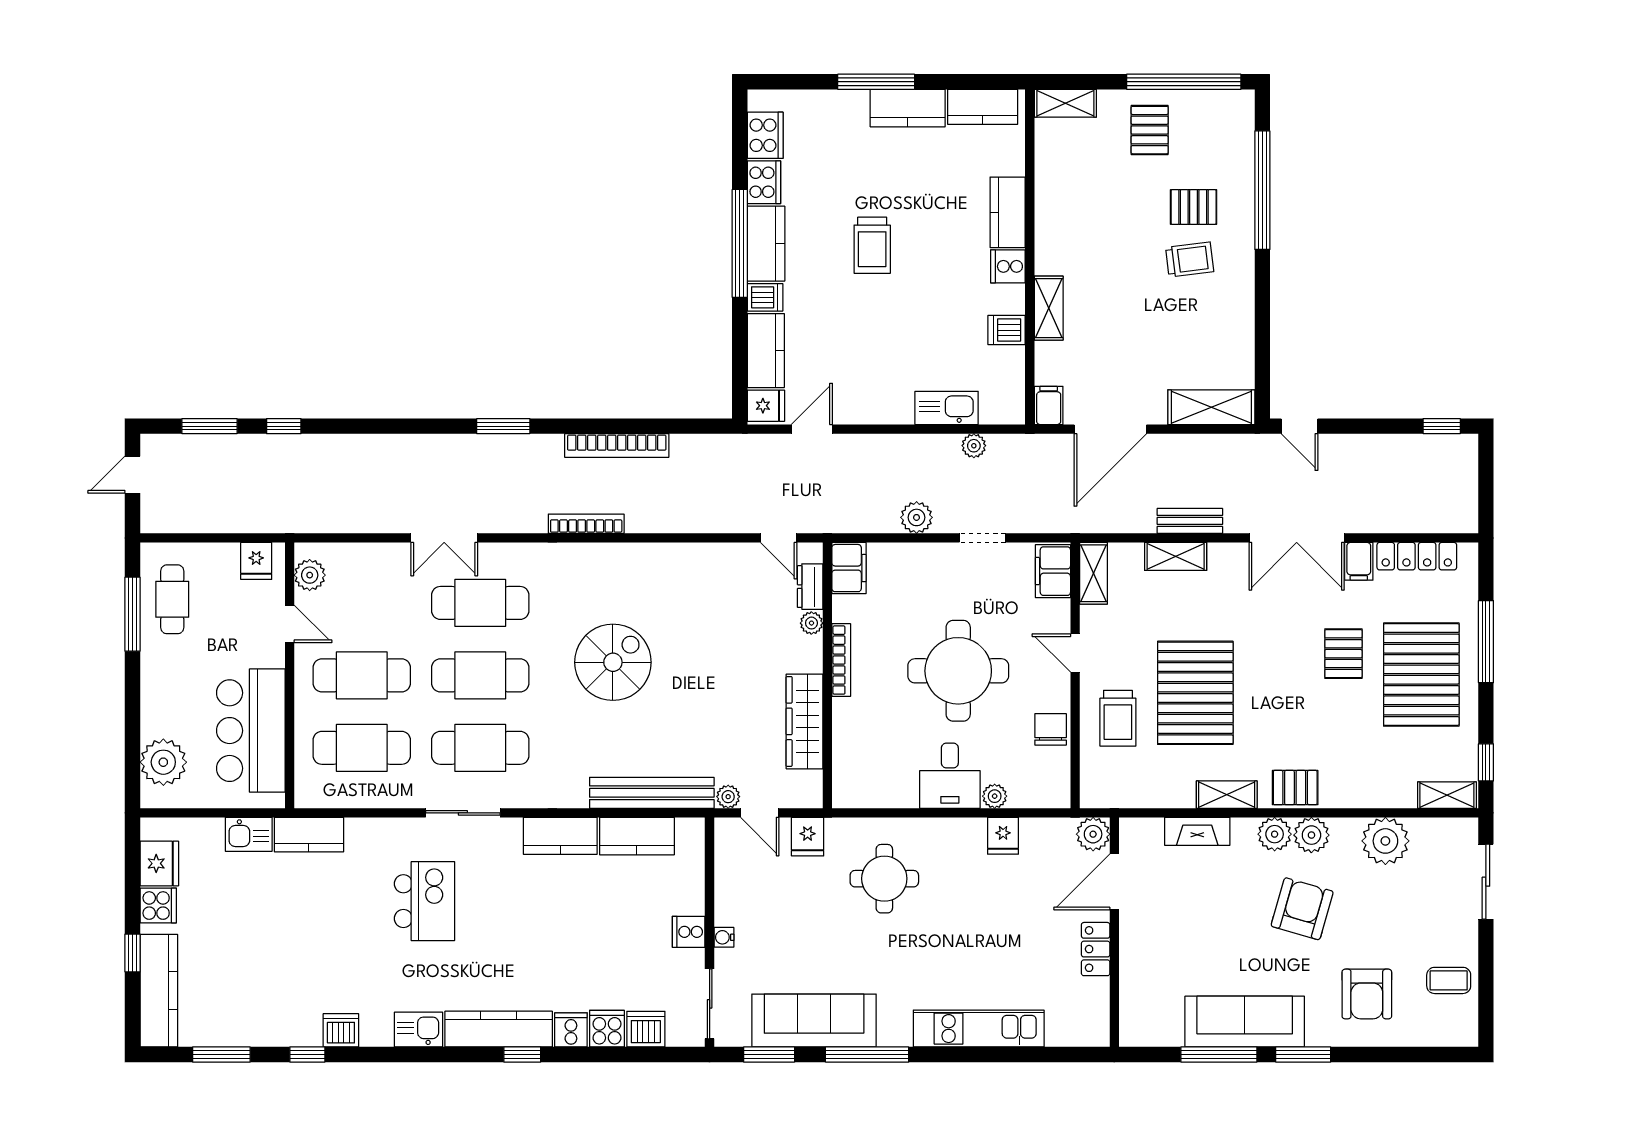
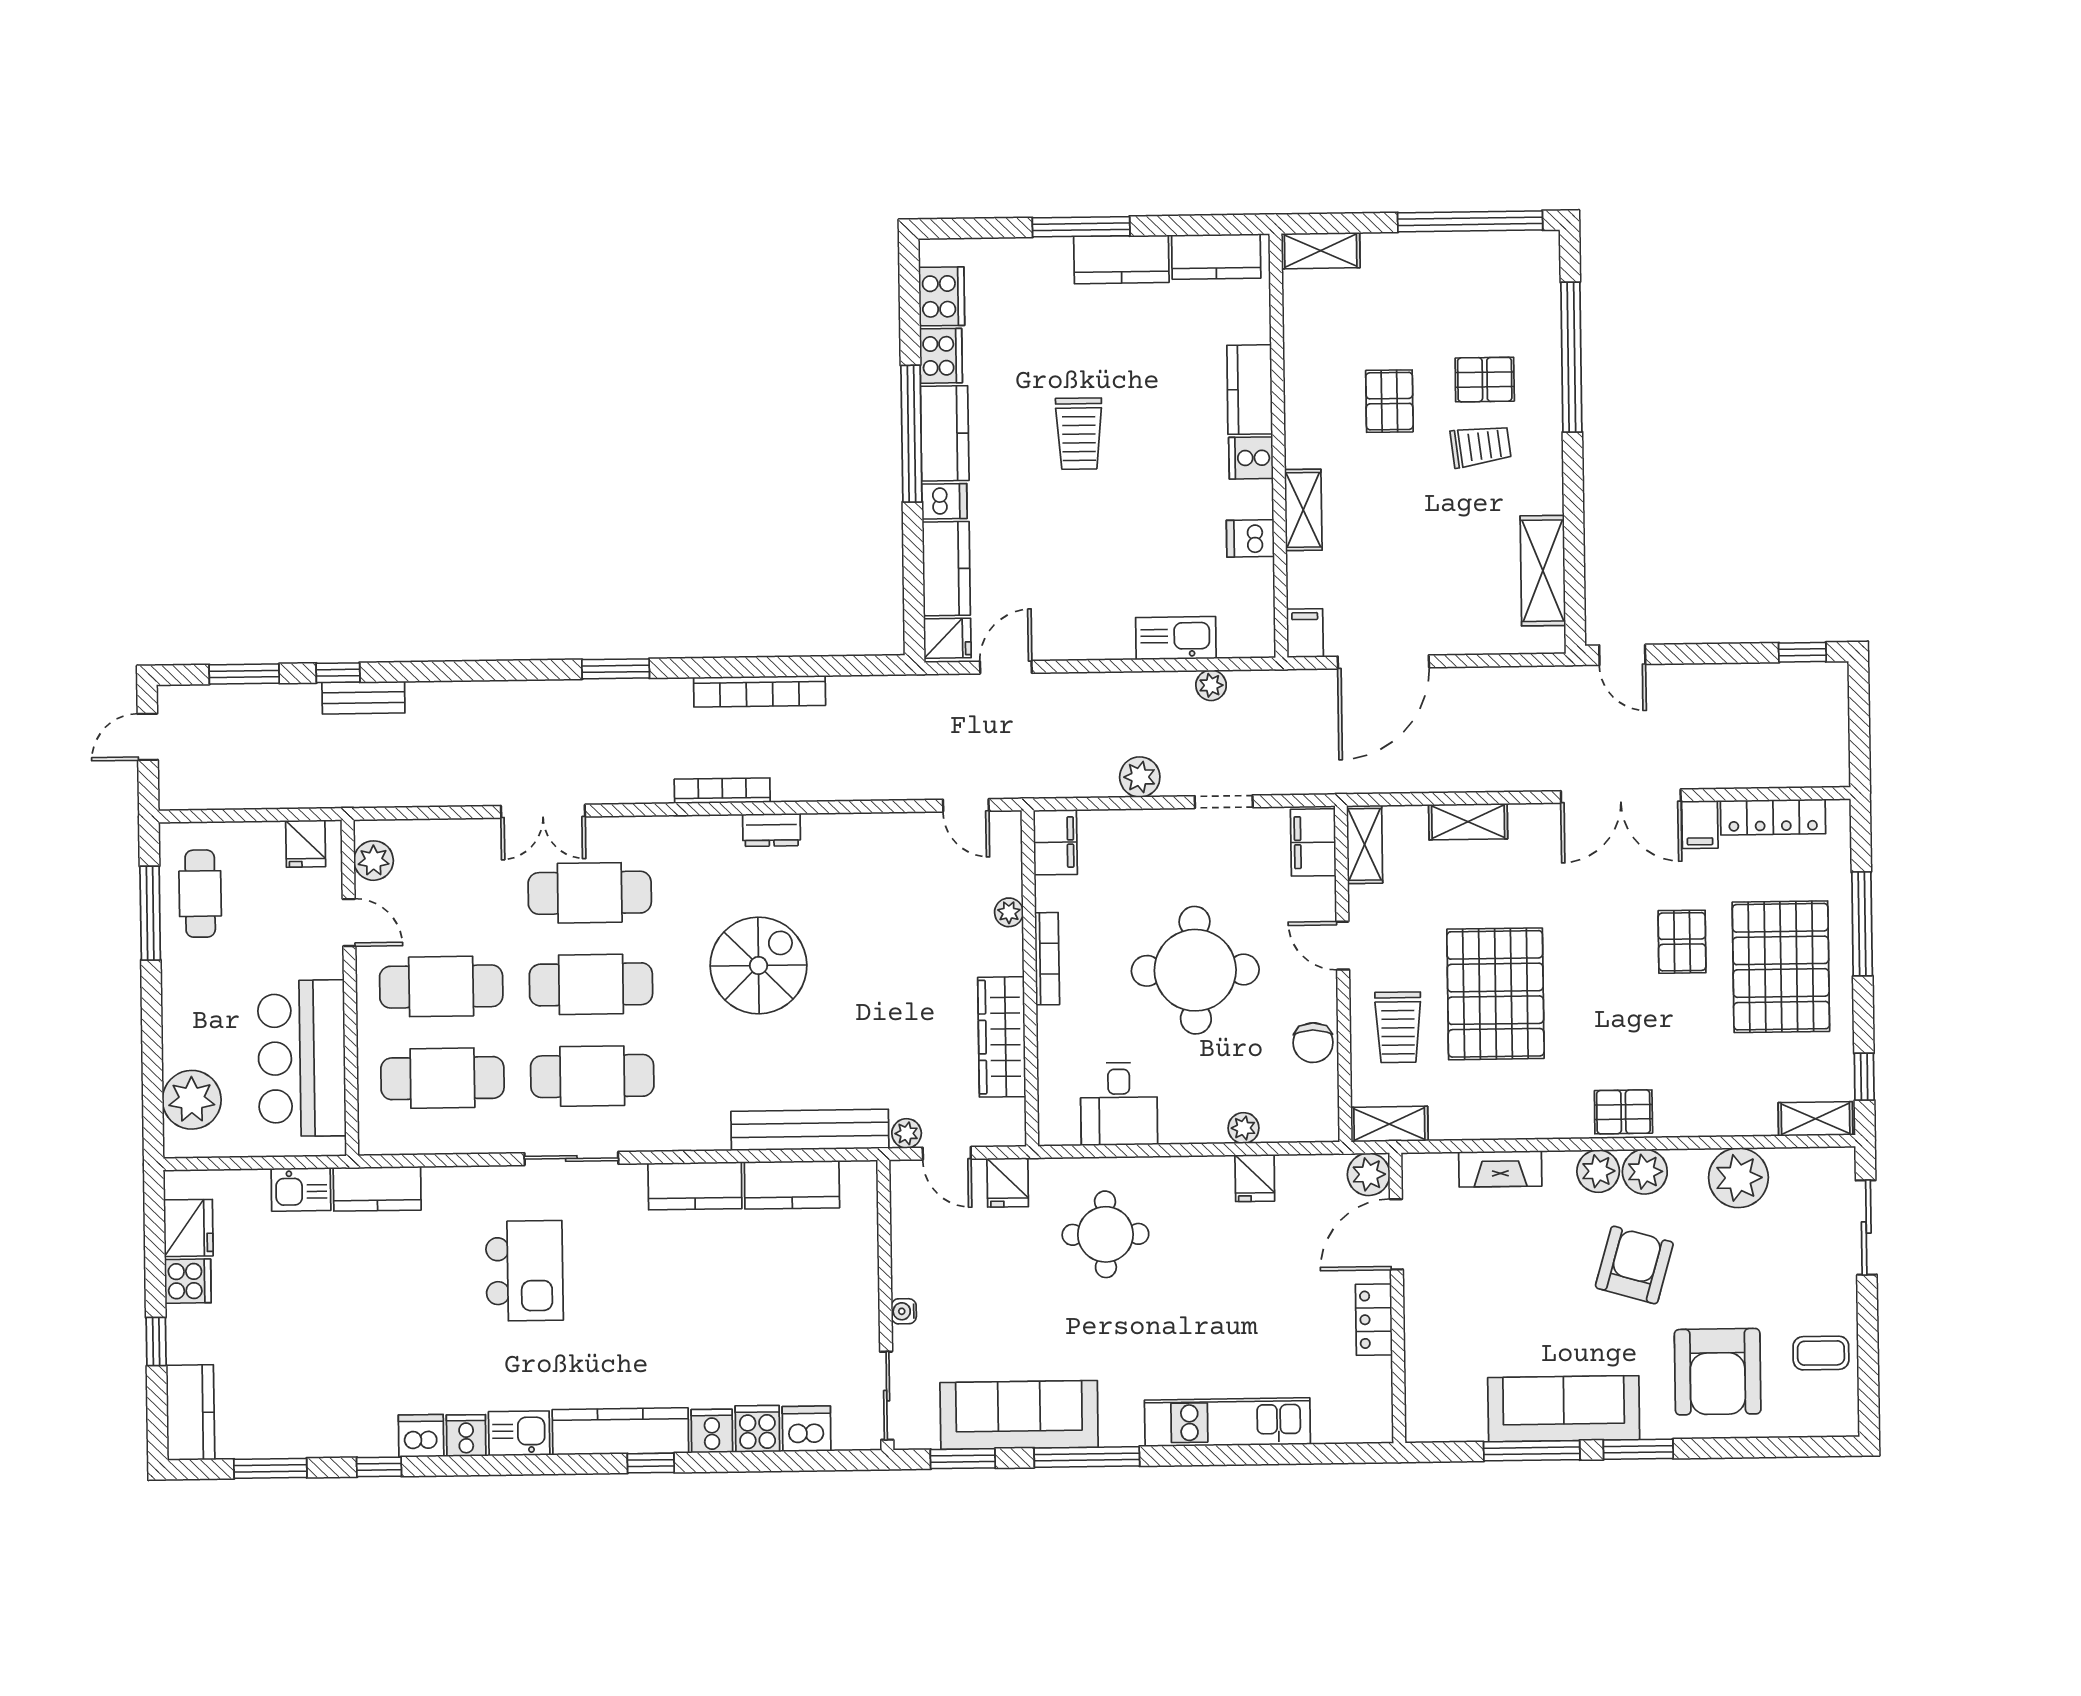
pallet: (1150, 130) -> (1389, 401), moved
shelving: (1211, 407) -> (1543, 571), moved, turned 90
bench: (1190, 521) -> (363, 698), moved
dresser: (810, 587) -> (772, 830), moved, turned -90
chair: (1051, 729) -> (1313, 1043), turned 180
desk: (950, 776) -> (1119, 1104), moved
shelving: (1227, 795) -> (1389, 1124), moved
cooker: (689, 932) -> (466, 1435), moved, turned 90
kitchen counter: (159, 991) -> (190, 1412), width x0.67
armchair: (1367, 994) -> (1718, 1372), width x1.36, depth x1.36

